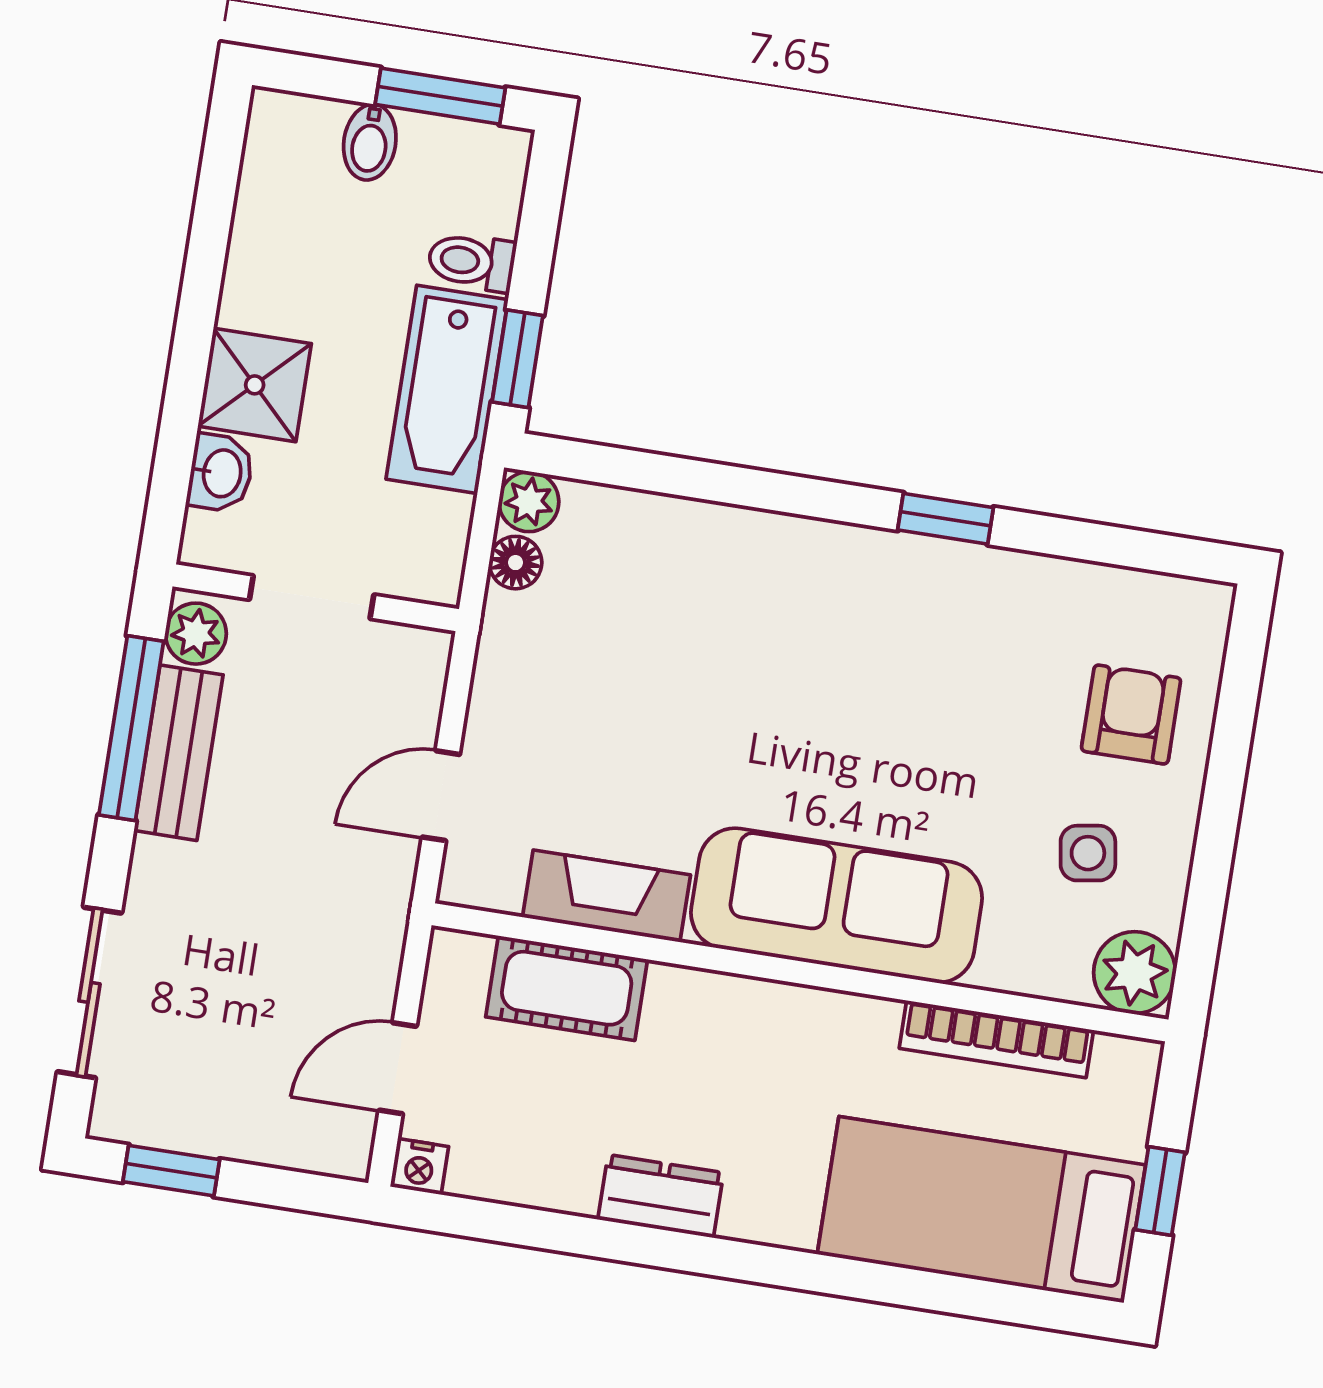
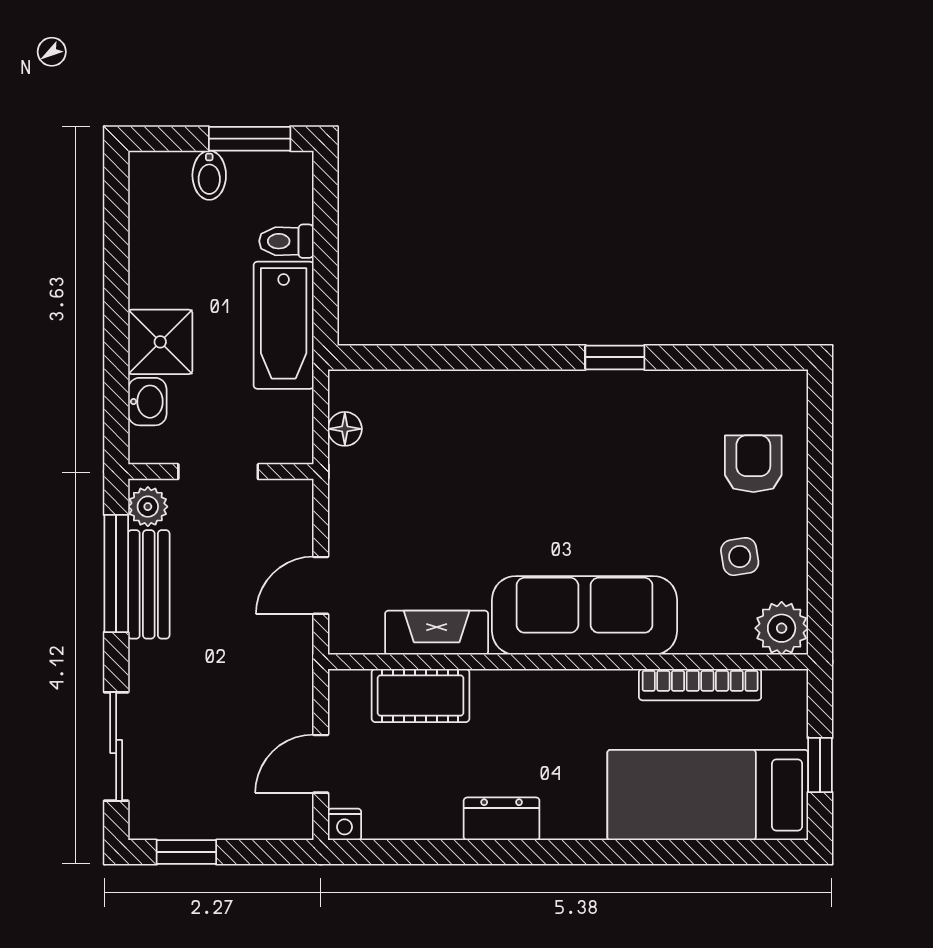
window: (517, 359) -> (325, 299), removed
plant: (529, 502) -> (347, 389), removed

